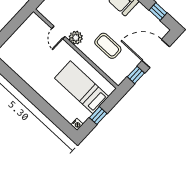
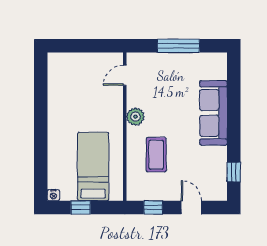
door: (58, 32) -> (125, 75), moved
door: (156, 54) -> (191, 207), width x0.53

